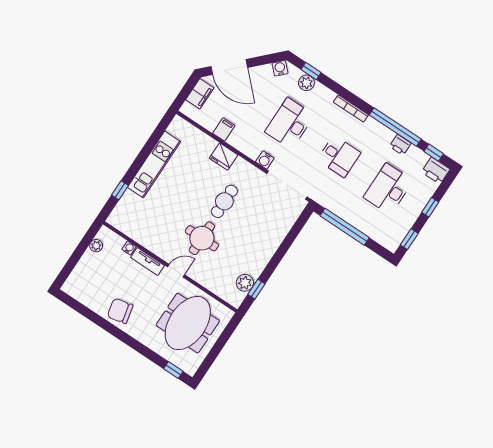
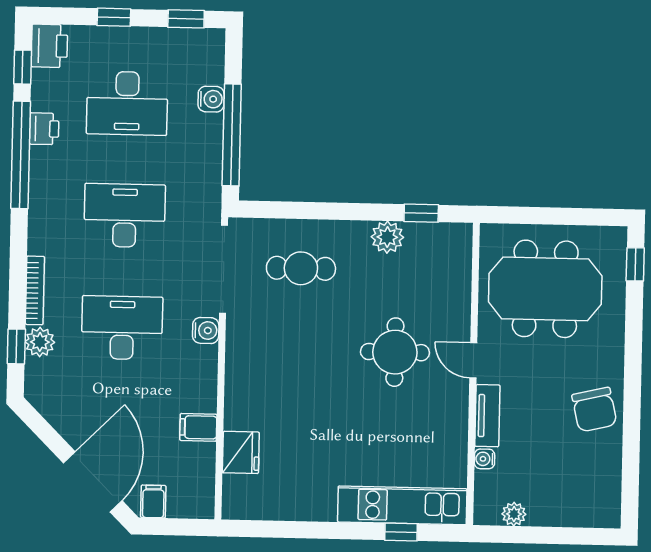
water cooler: (280, 68) -> (211, 99), moved, turned -135
filing cabinet: (200, 94) -> (153, 501), width x0.50
bookcase: (351, 109) -> (35, 290), moved
desk: (290, 123) -> (122, 328), turned 180
desk: (339, 156) -> (125, 215), width x1.37
fridge: (224, 157) -> (241, 452), moved
kitchen unit: (154, 164) -> (402, 505), moved
cafe table: (224, 201) -> (301, 268), moved
plant: (245, 283) -> (387, 237), moved

